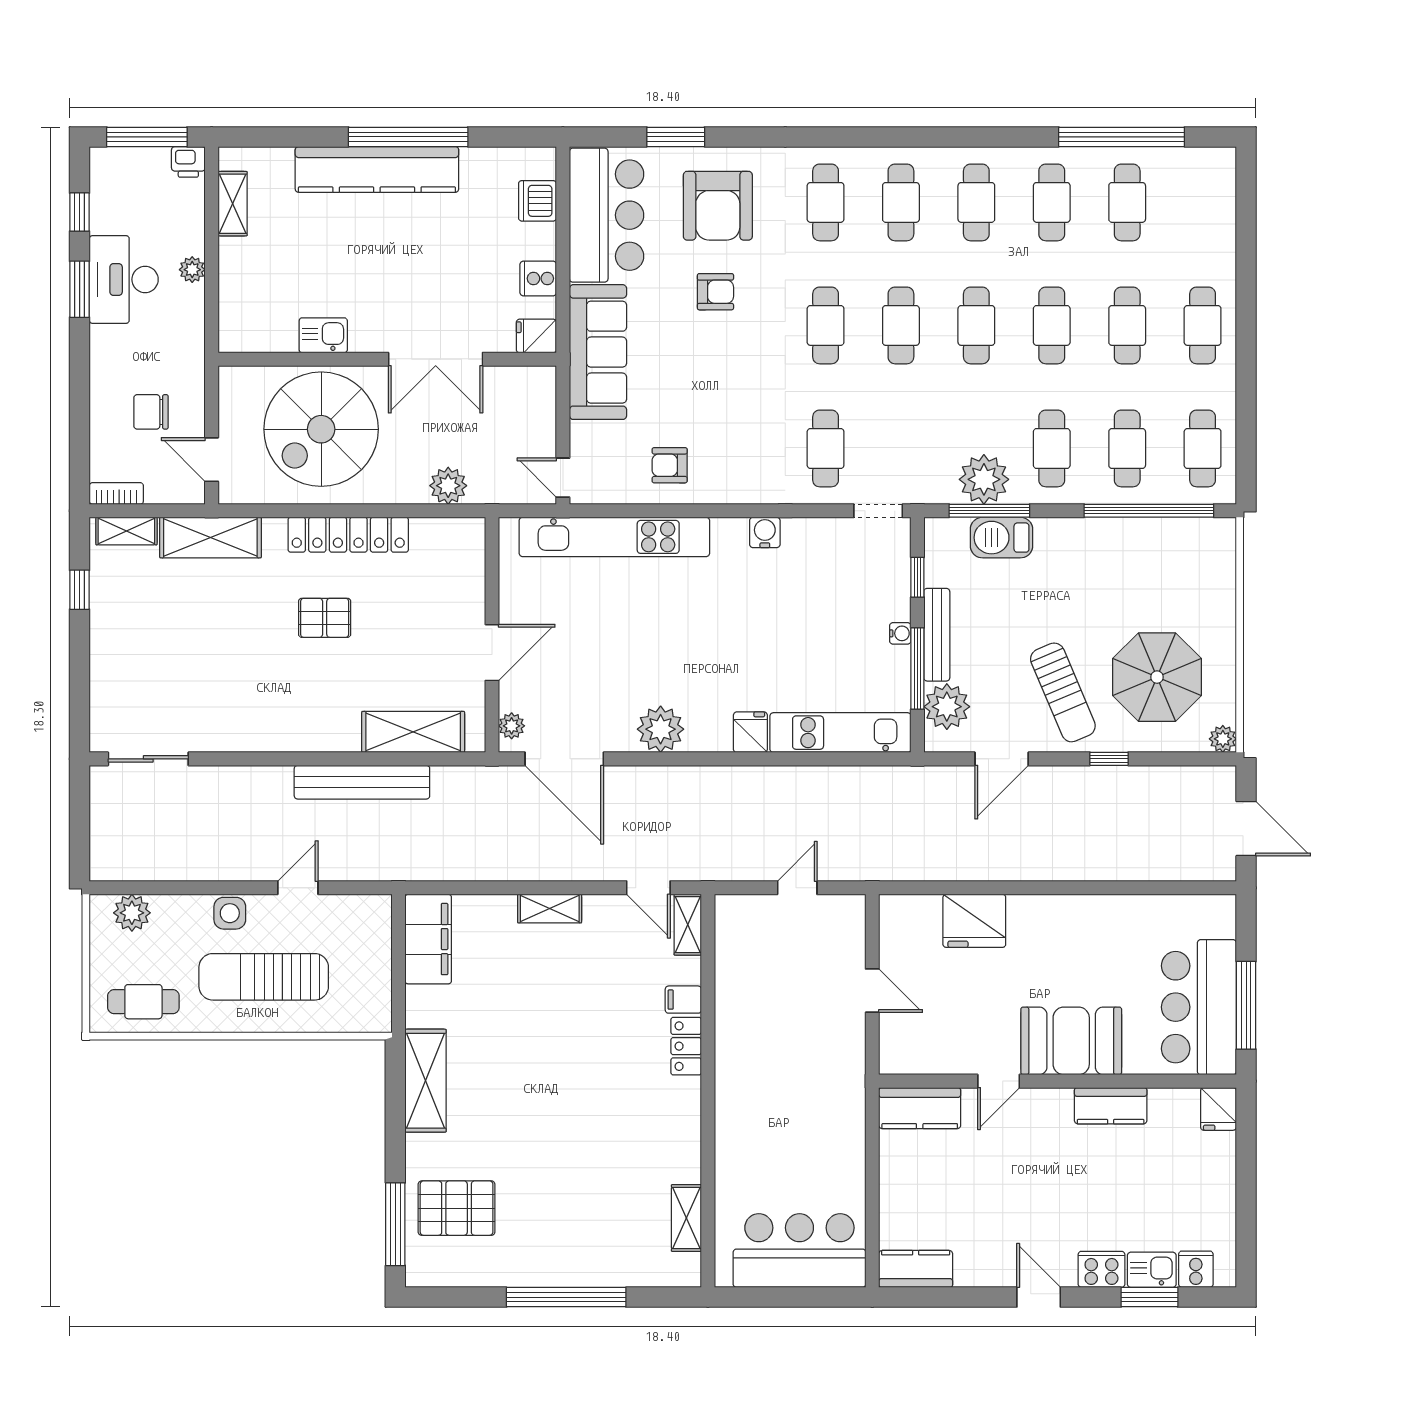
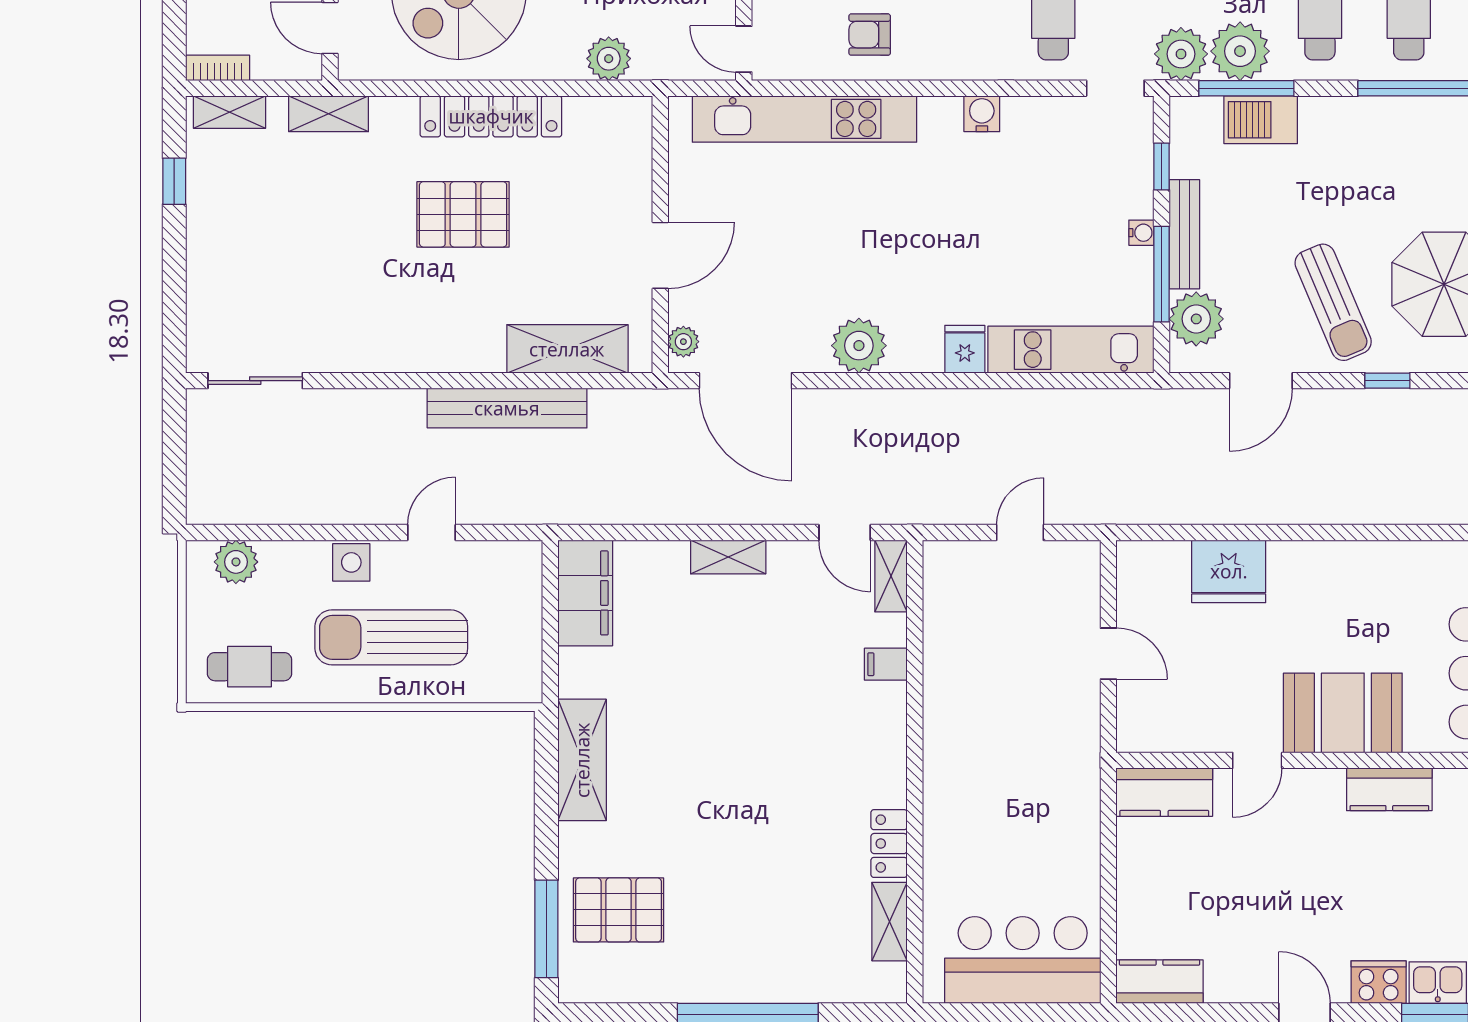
plant: (934, 482) -> (1181, 54), added
shelving: (210, 538) -> (329, 114), width x0.67, depth x0.75
pallet: (325, 618) -> (463, 214), width x1.50, depth x1.42
locker: (686, 1046) -> (889, 844), moved

